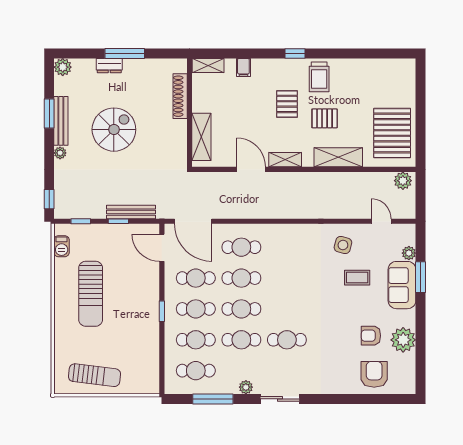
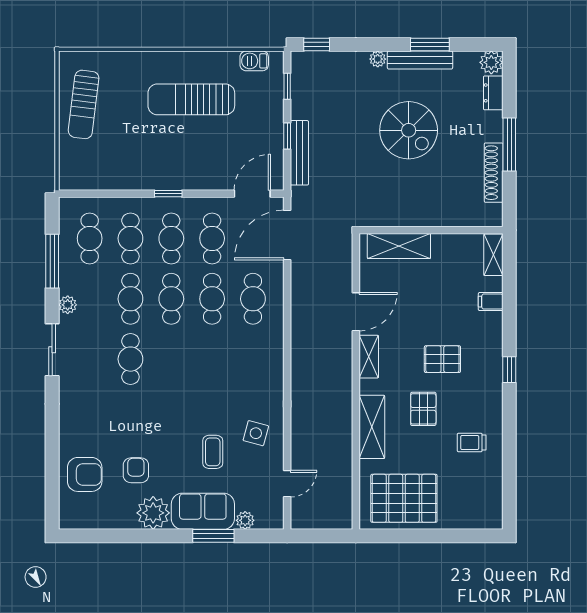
dresser: (109, 66) -> (493, 93), moved
trolley: (319, 77) -> (472, 443), moved, width x0.73, depth x0.72
shoe rack: (180, 96) -> (494, 173), moved, turned -90
plant: (403, 181) -> (341, 512), removed
plant: (403, 340) -> (153, 513), moved

